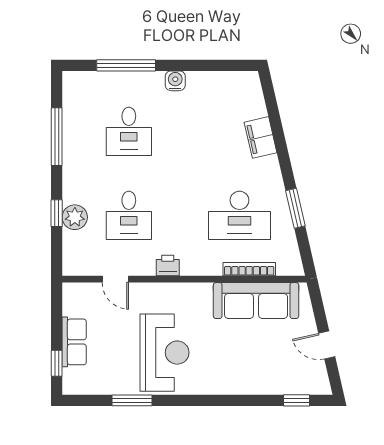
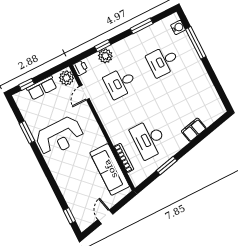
water cooler: (175, 81) -> (178, 27), moved
window: (57, 137) -> (142, 26), width x0.69
printer: (168, 266) -> (80, 68), moved
plant: (78, 295) -> (67, 78), added

